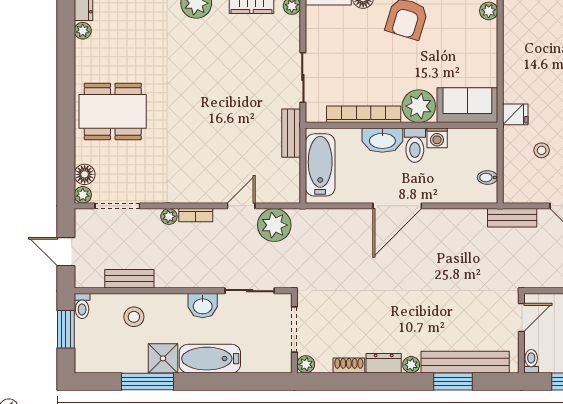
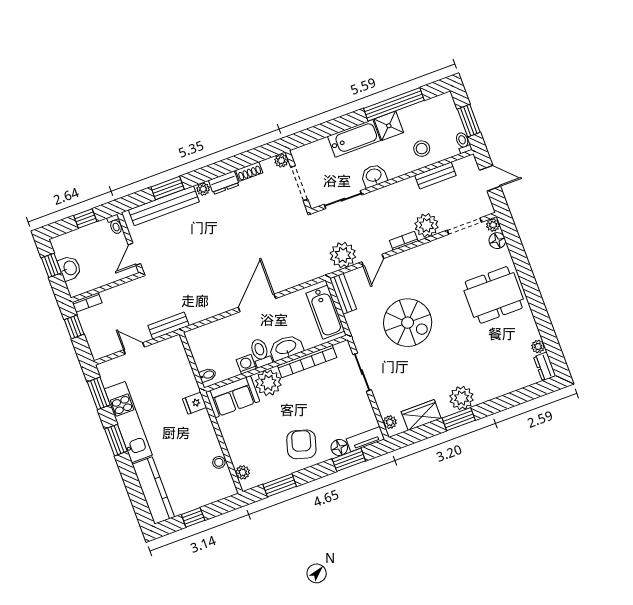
spiral stairs: (227, 116) -> (408, 323), added
bench: (291, 133) -> (343, 294), moved
stool: (542, 150) -> (219, 462), moved
bidet: (488, 178) -> (208, 375), moved
plant: (169, 216) -> (427, 225), width x1.88, depth x1.88
window: (148, 381) -> (394, 104), width x1.46

